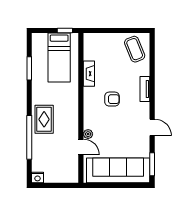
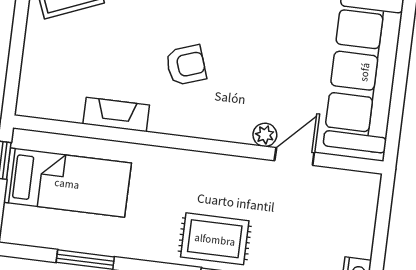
armchair: (112, 99) -> (186, 65), turned 71

